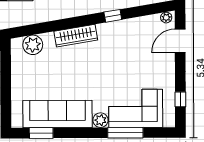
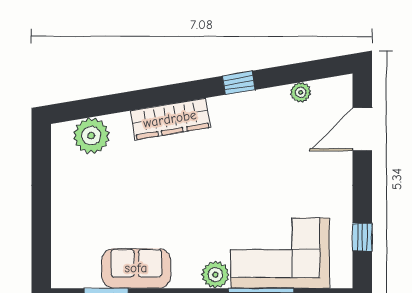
plant: (166, 18) -> (301, 92), moved
sofa: (57, 114) -> (136, 268), width x0.54, depth x0.79

